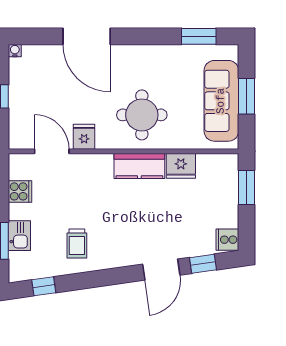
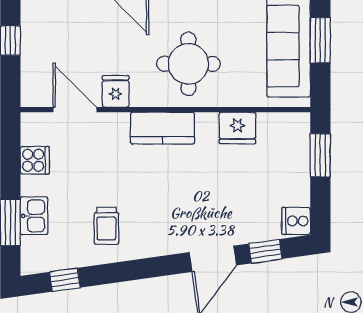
kitchen counter: (139, 166) -> (162, 128), moved

